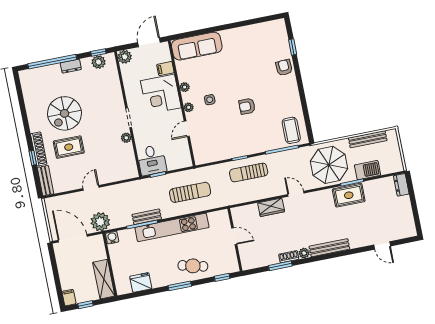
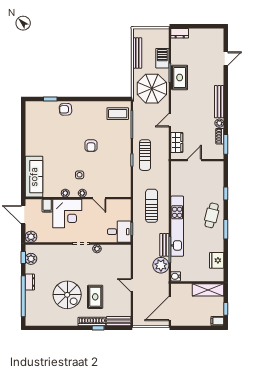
plant: (100, 222) -> (161, 265), moved
door: (234, 236) -> (194, 160), moved
wall: (235, 240) -> (197, 160), moved

